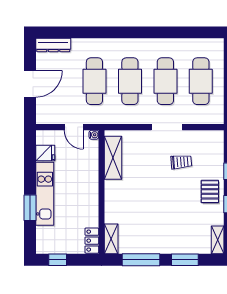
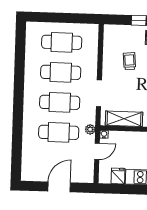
dresser: (53, 45) -> (27, 166), removed
door: (30, 84) -> (59, 187), hinge flipped
plant: (99, 118) -> (90, 129), added
doorway: (167, 127) -> (99, 93), moved

